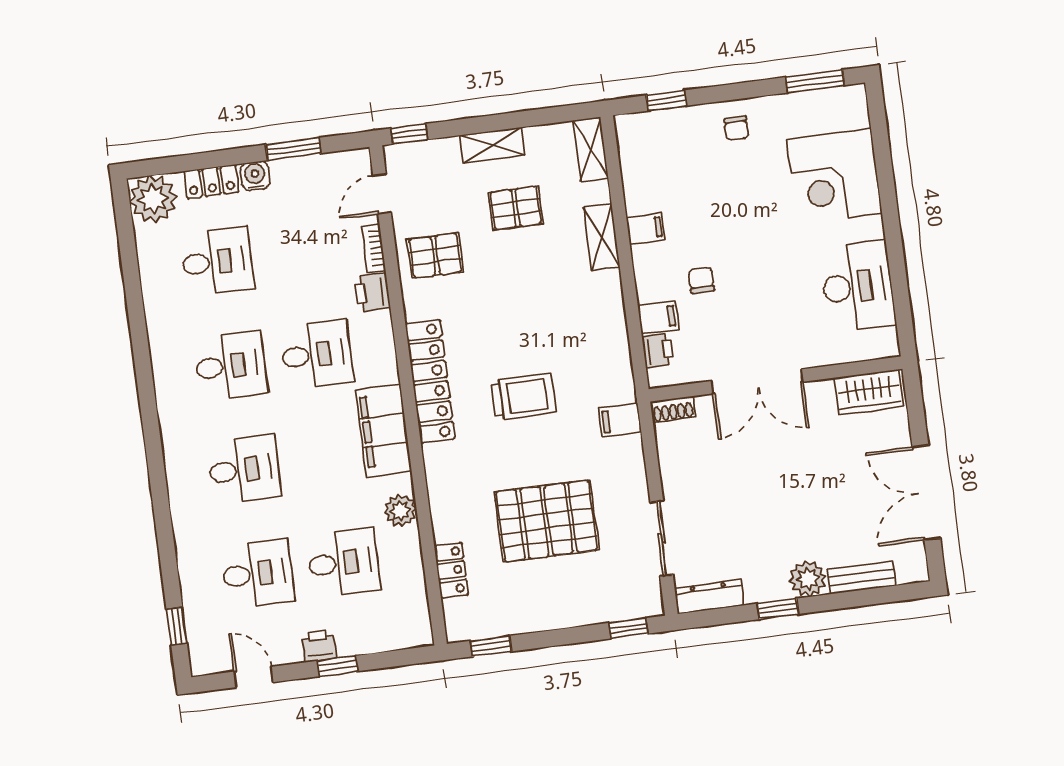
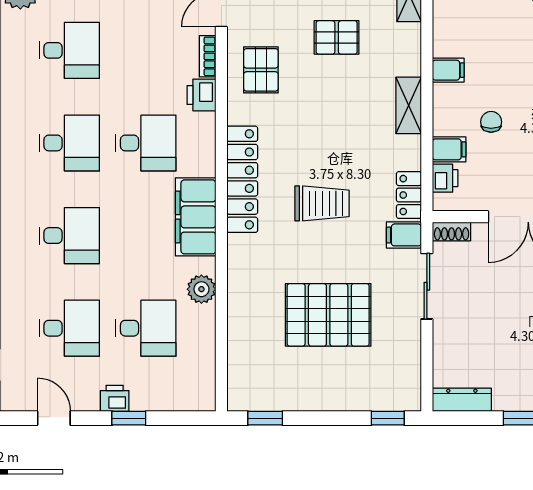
shelving: (602, 237) -> (409, 105), moved
pallet: (435, 256) -> (261, 70), turned 90
sliding door: (662, 538) -> (427, 286), moved
locker: (451, 570) -> (409, 195), moved, turned 180

